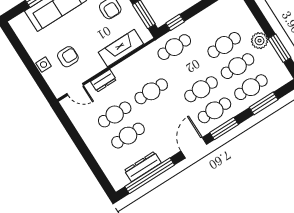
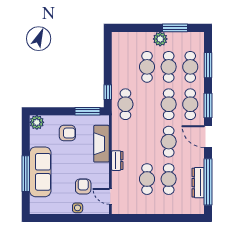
dresser: (103, 81) -> (117, 161), moved
door: (75, 89) -> (110, 196), swing flipped
cafe table: (151, 91) -> (169, 142), moved

